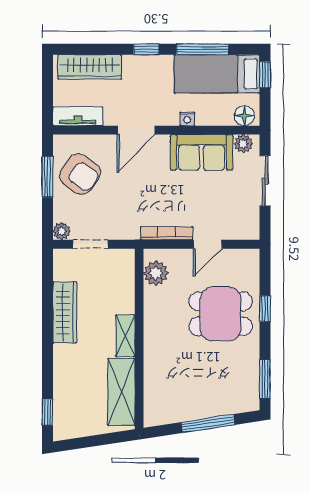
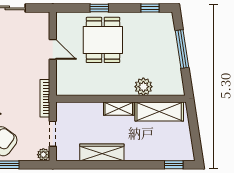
bookcase: (167, 233) -> (45, 98), moved
plant: (156, 273) -> (143, 87), moved
window: (265, 379) -> (150, 8), width x0.67

